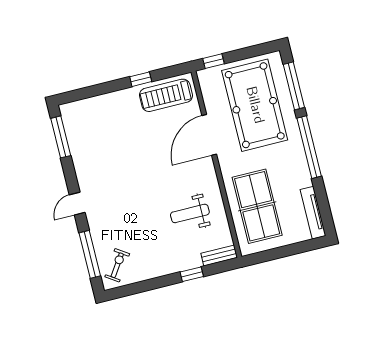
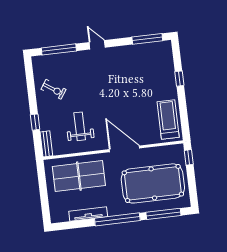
window: (141, 79) -> (179, 79), moved
door: (209, 135) -> (124, 149), moved
tv unit: (313, 213) -> (88, 214), moved
exercise bike: (117, 265) -> (54, 89), moved

